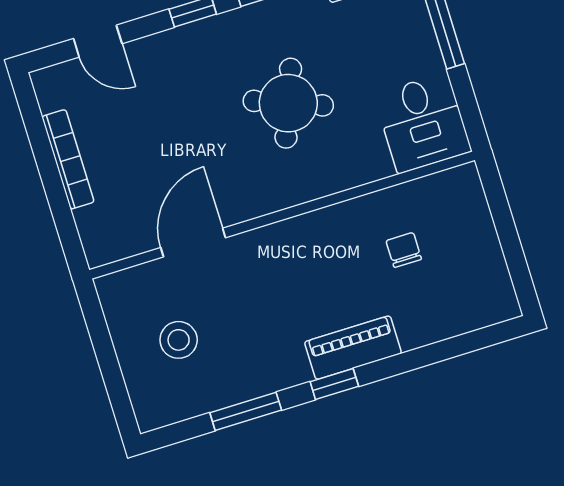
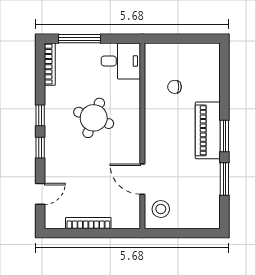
stool: (179, 340) -> (161, 209), moved
piano: (353, 348) -> (208, 130), width x1.37, depth x1.33
window: (334, 384) -> (224, 136), width x1.50

